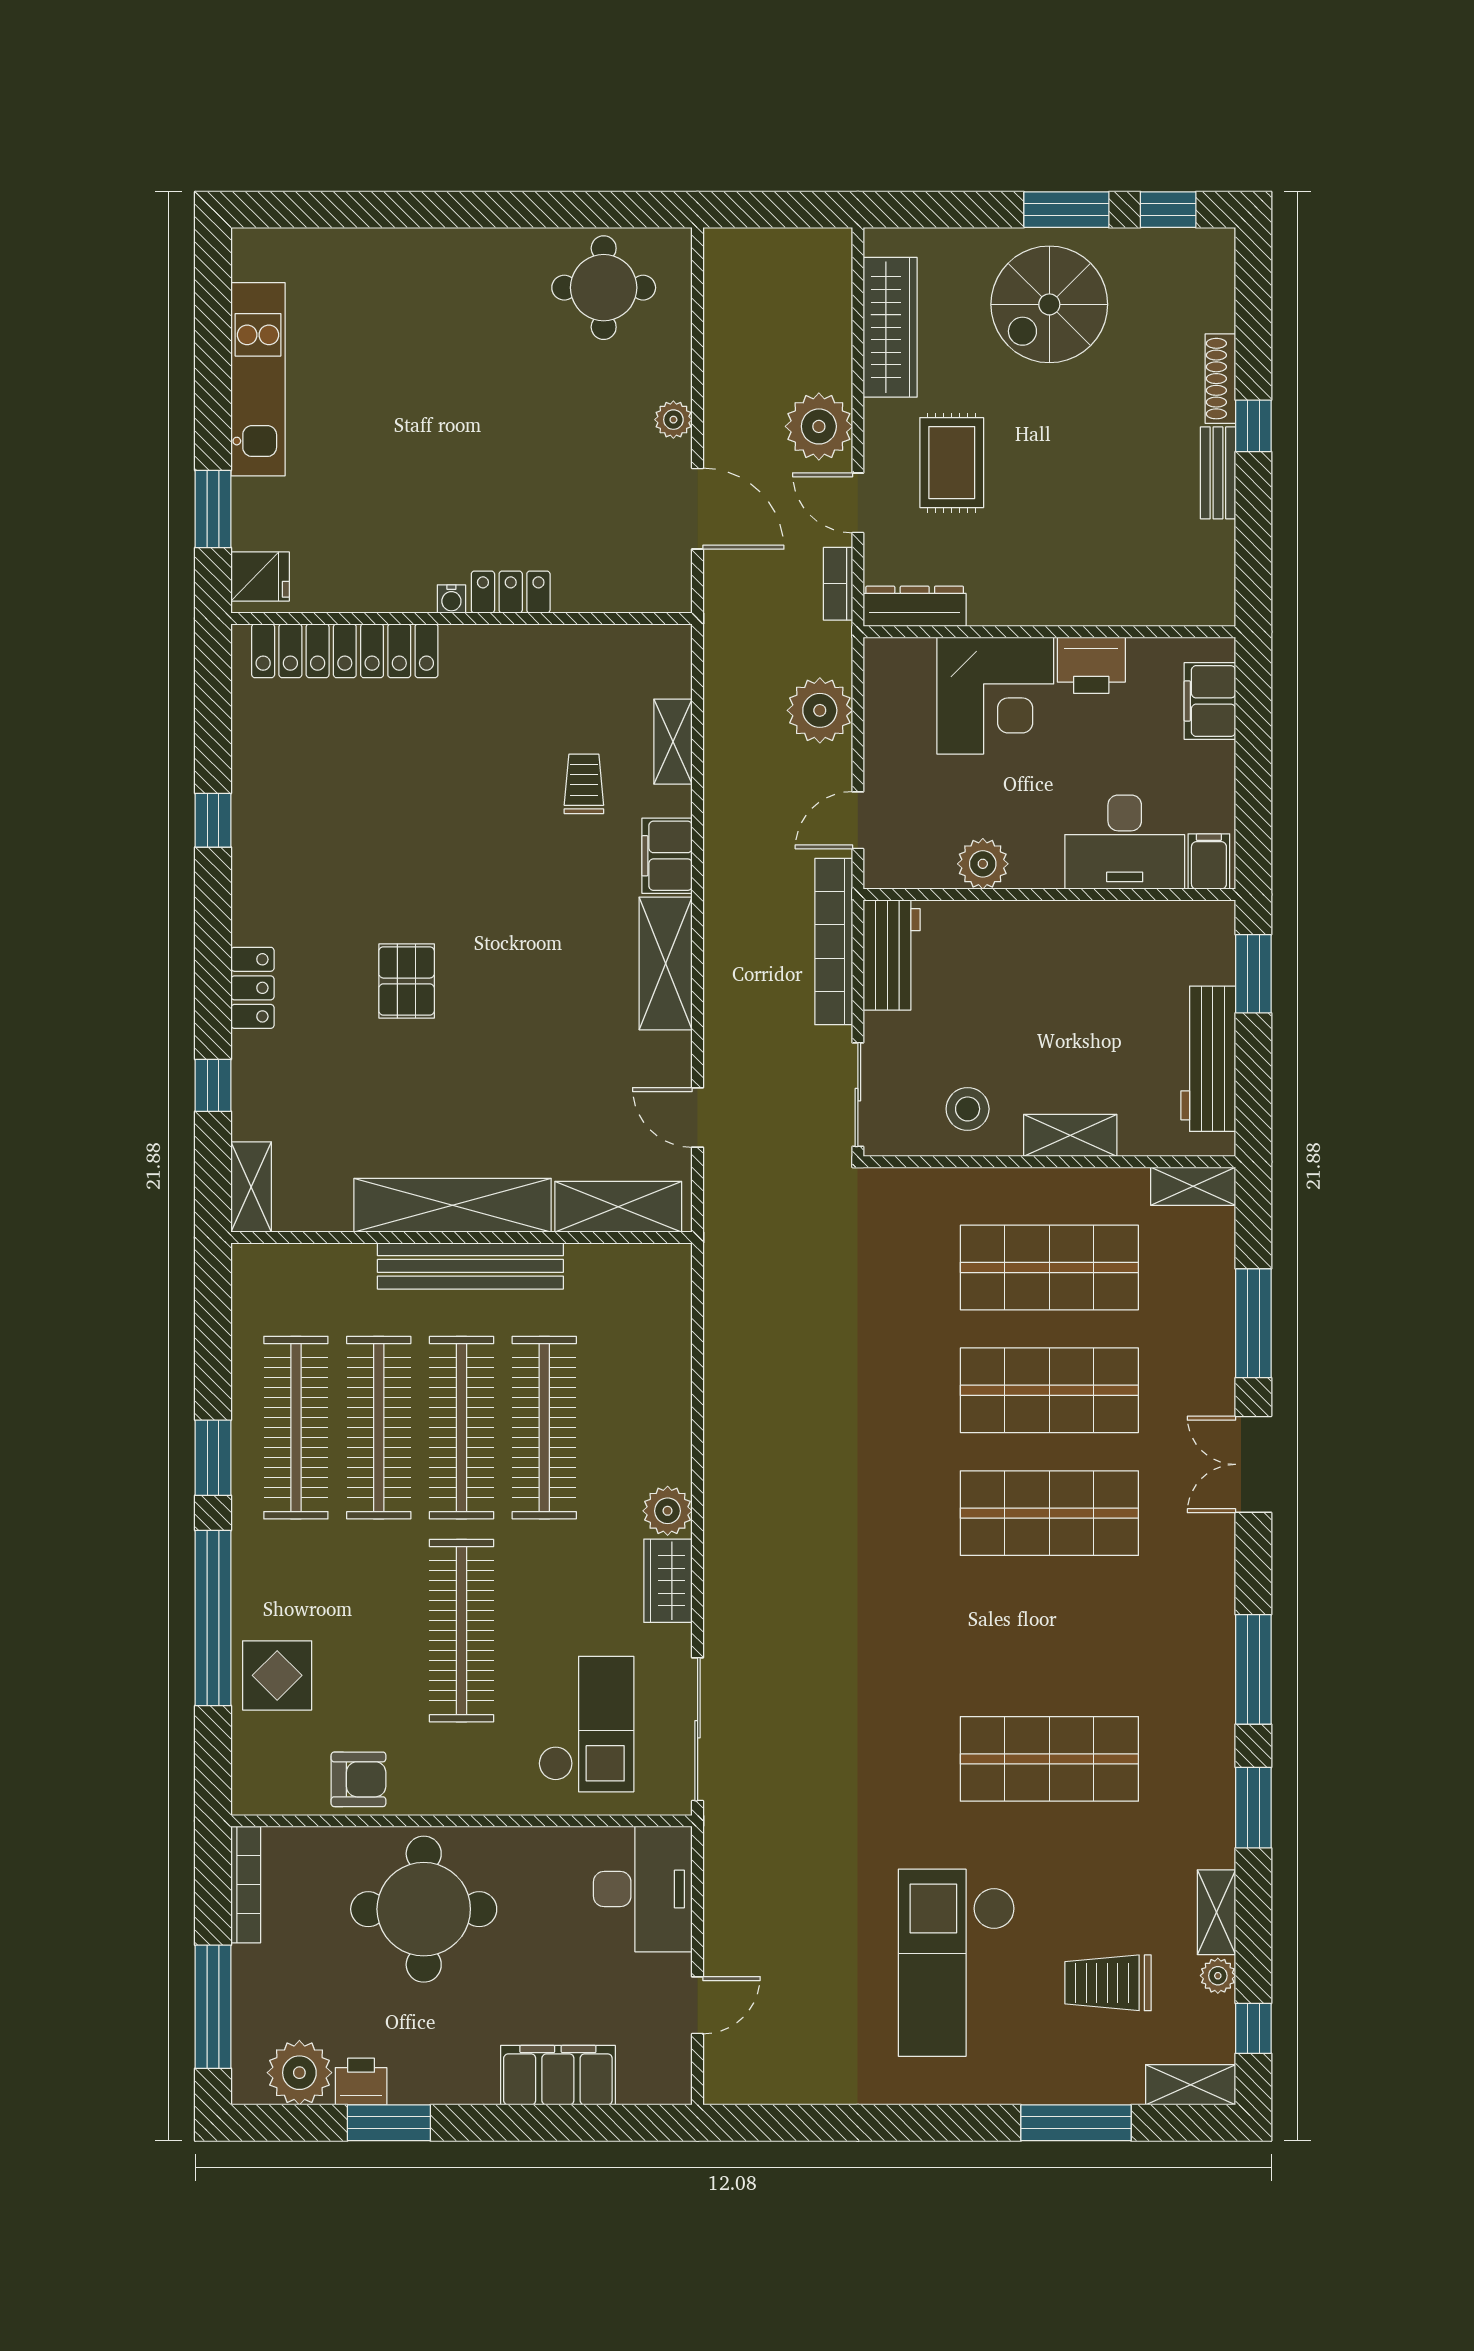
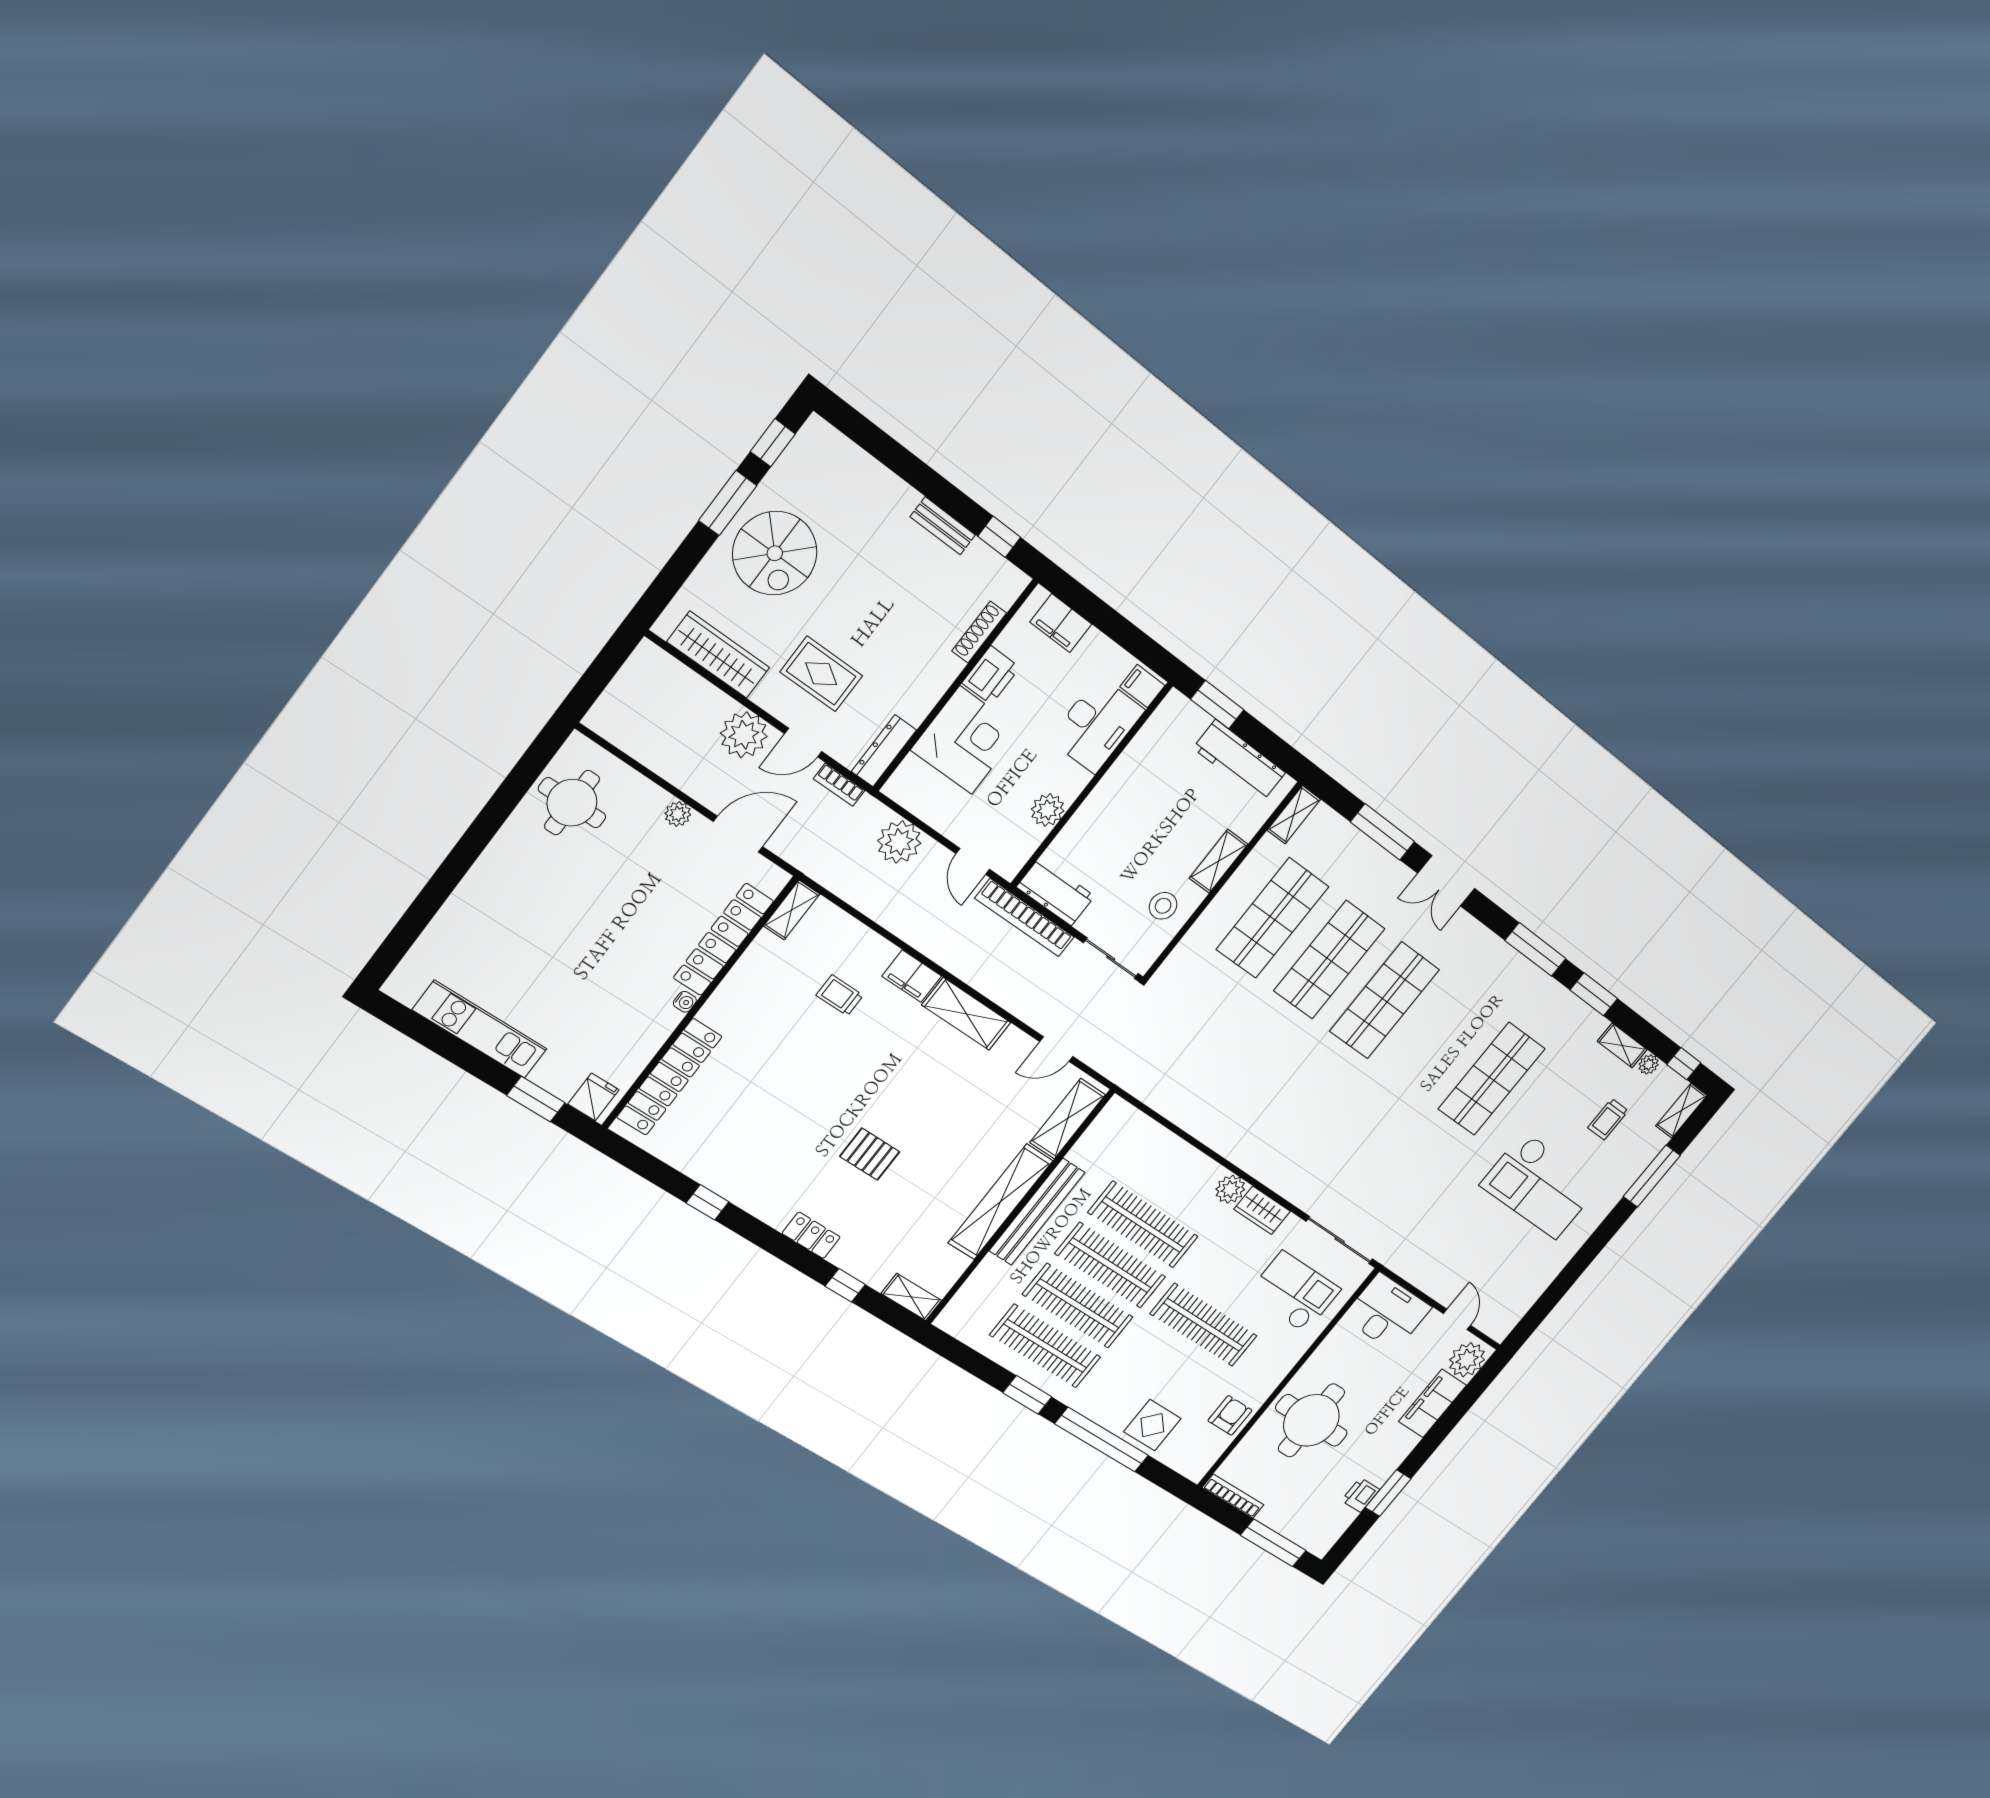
shoe rack: (1220, 379) -> (979, 632), moved, turned 90
window: (1253, 426) -> (999, 537), moved
locker: (511, 592) -> (723, 939), width x2.16, depth x1.21
shelving: (673, 742) -> (792, 910), moved, turned 90
trolley: (1108, 1983) -> (1608, 1119), width x0.73, depth x0.72
plant: (299, 2073) -> (1467, 1360), moved

